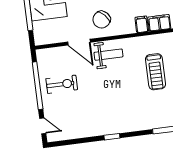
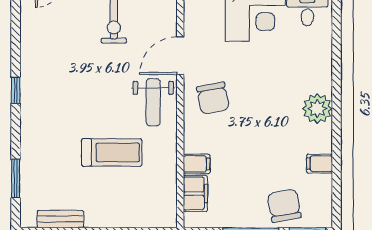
chair: (102, 20) -> (213, 98), turned -148
treadmill: (155, 72) -> (112, 152), moved, turned 180

